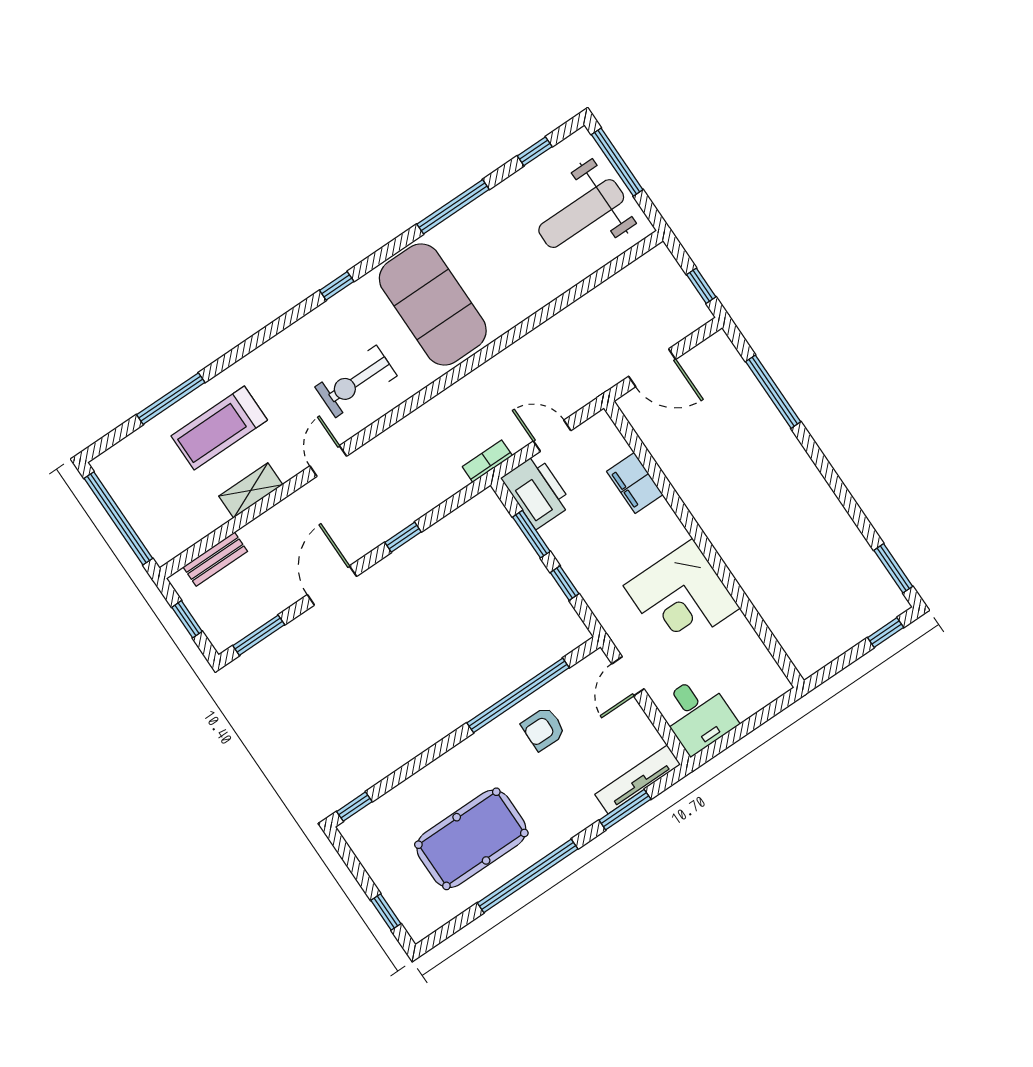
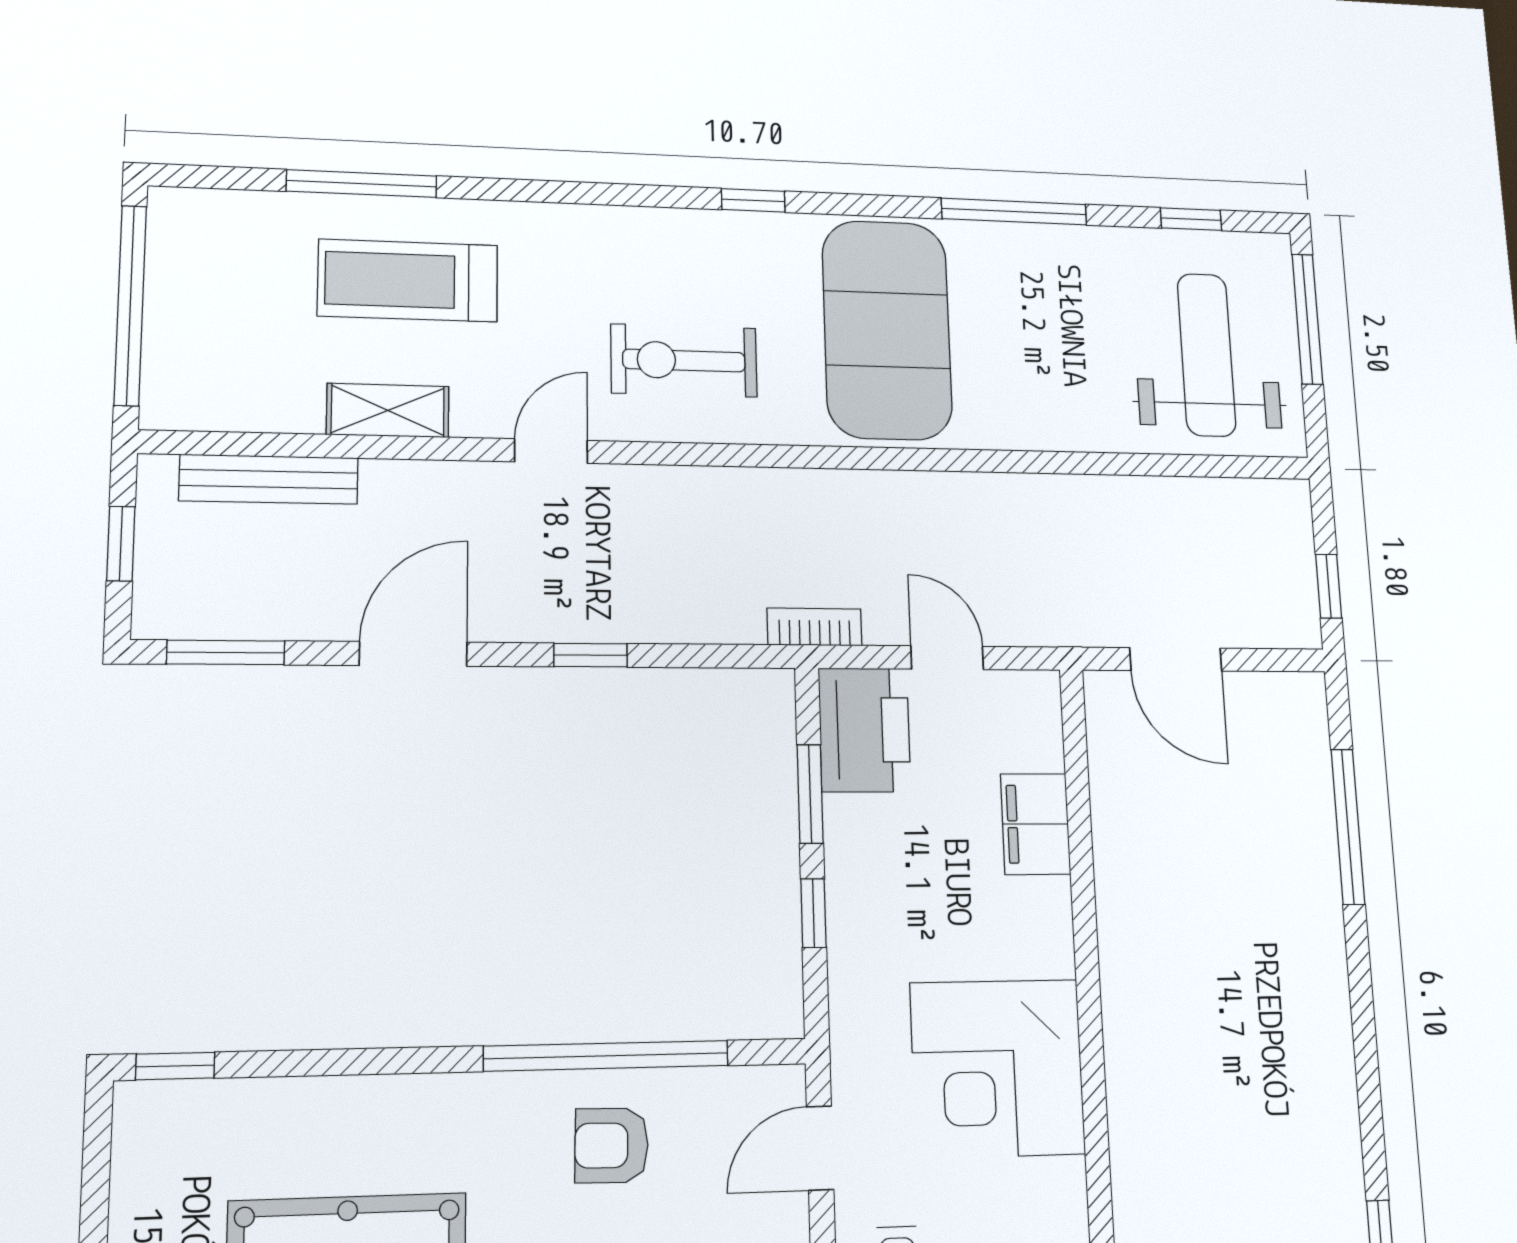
weight bench: (581, 214) -> (1206, 355), turned 90
bench: (215, 559) -> (269, 479), width x1.36

